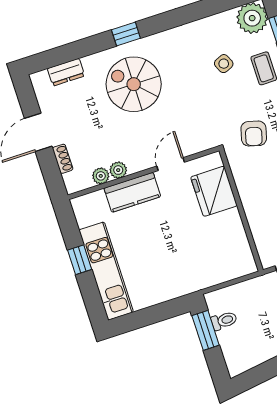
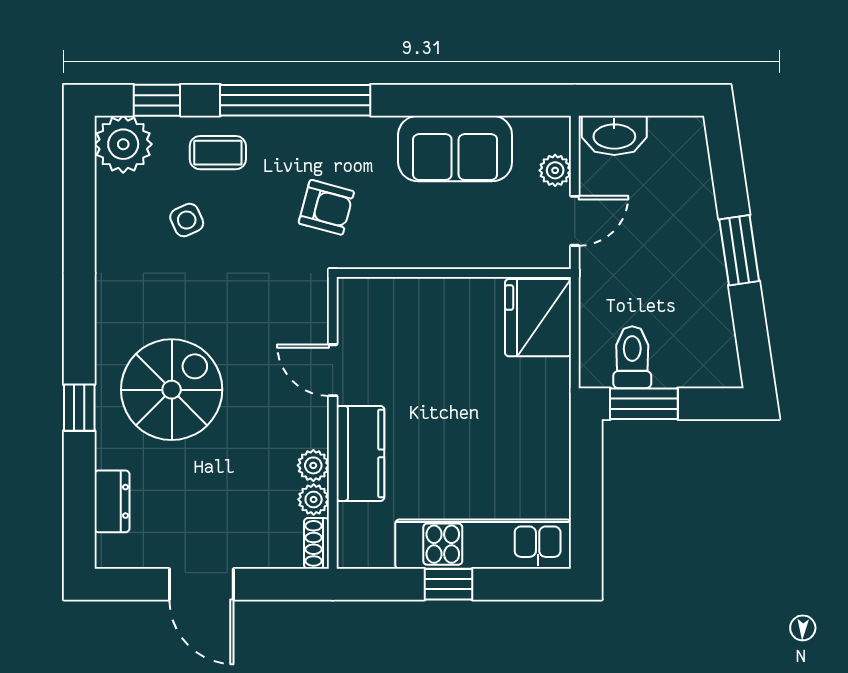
window: (126, 34) -> (79, 408), moved
spiral stairs: (134, 84) -> (172, 390), turned 180
shoe rack: (63, 159) -> (316, 543), moved, turned -90
fridge: (214, 191) -> (538, 318), moved, turned 90
toilet: (224, 321) -> (632, 357), width x1.37, depth x1.39

